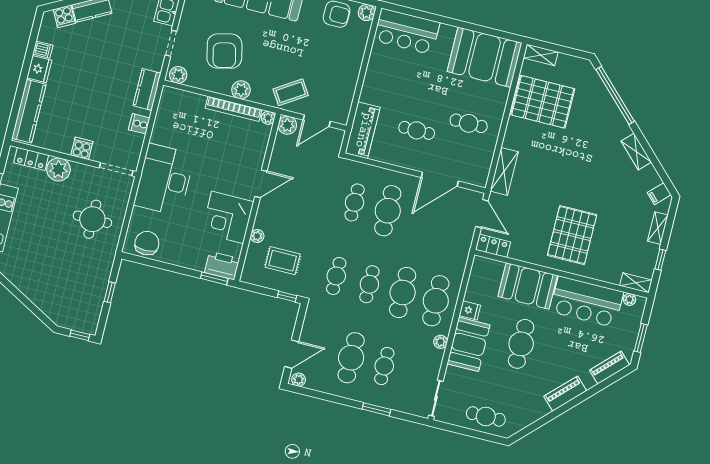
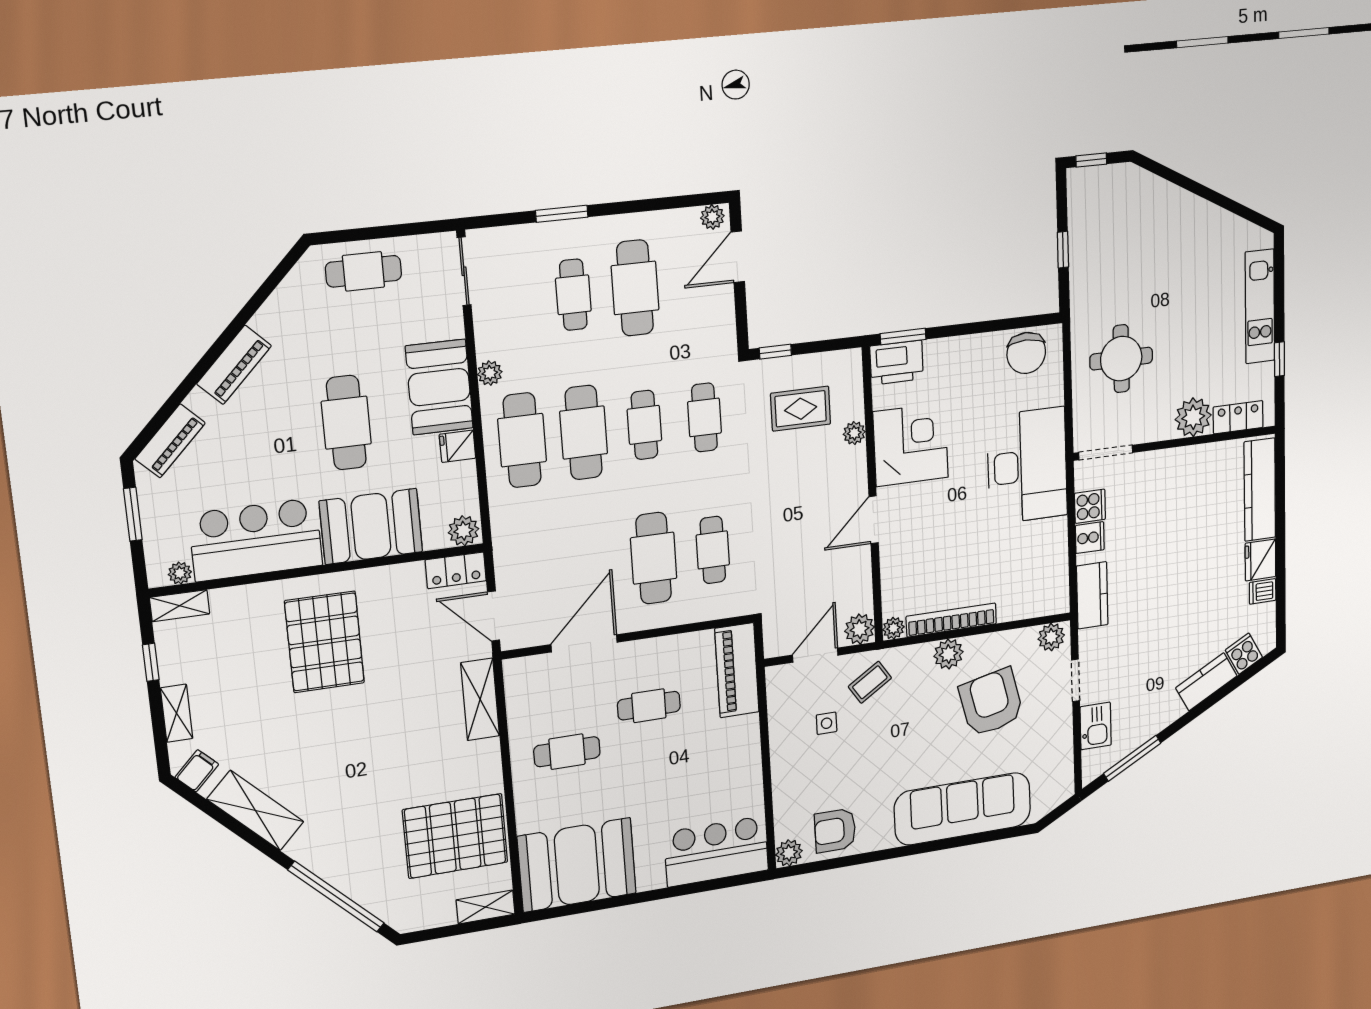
side table: (322, 79) -> (827, 723), added
coffee table: (291, 92) -> (870, 682), width x0.73, depth x0.77
cooker: (82, 148) -> (1090, 506), moved, turned -90
shelving: (636, 152) -> (255, 810), width x1.50, depth x1.33
plant: (482, 265) -> (464, 531), added

